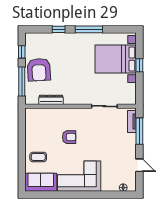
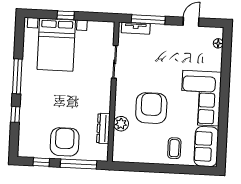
armchair: (39, 70) -> (65, 142), turned -87
plant: (55, 114) -> (121, 124), added
armchair: (69, 137) -> (151, 108), width x1.88, depth x1.88

